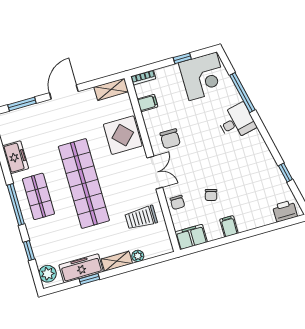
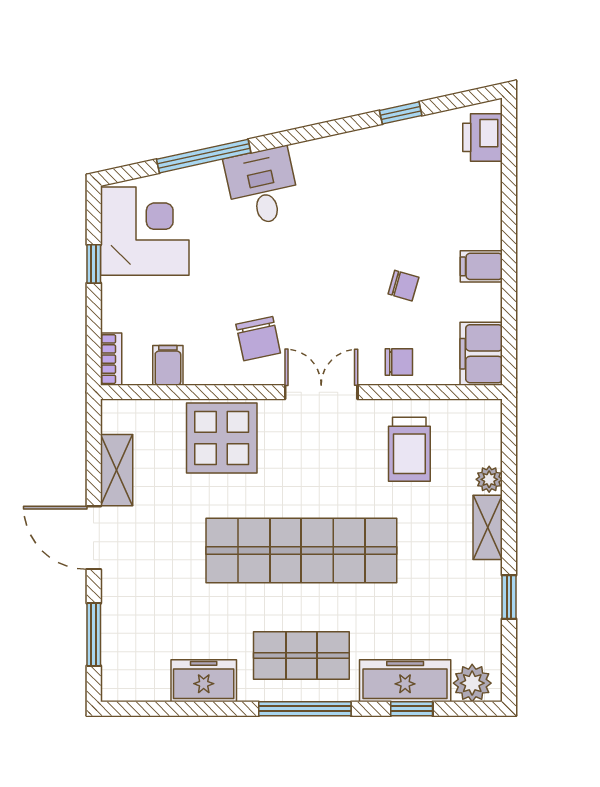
shelving: (111, 89) -> (117, 470), moved
chair: (170, 139) -> (258, 339), turned 78
freezer: (81, 268) -> (405, 681), moved, turned 90

